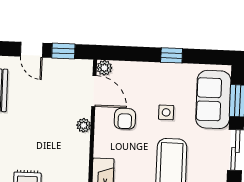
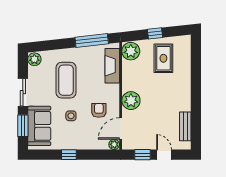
door: (94, 91) -> (121, 128), hinge flipped
plant: (84, 125) -> (131, 101), width x1.88, depth x1.88

